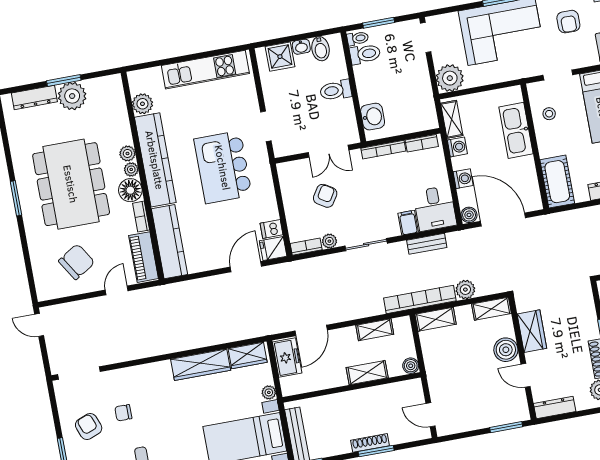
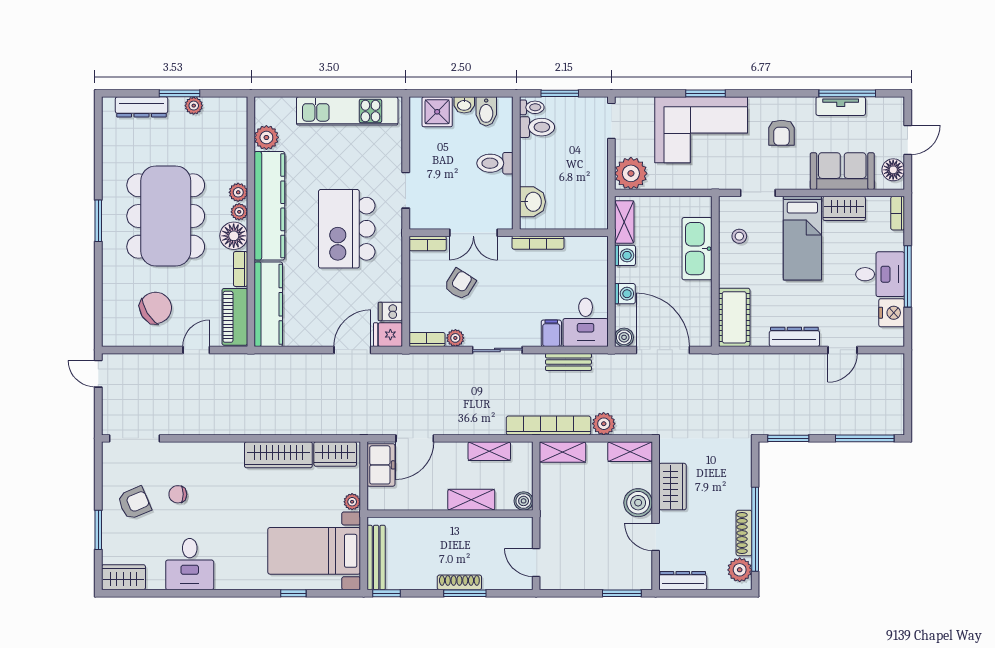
plant: (72, 96) -> (194, 106), width x0.53, depth x0.53
bookcase: (422, 143) -> (428, 243), moved
armchair: (89, 426) -> (134, 503), turned 88

